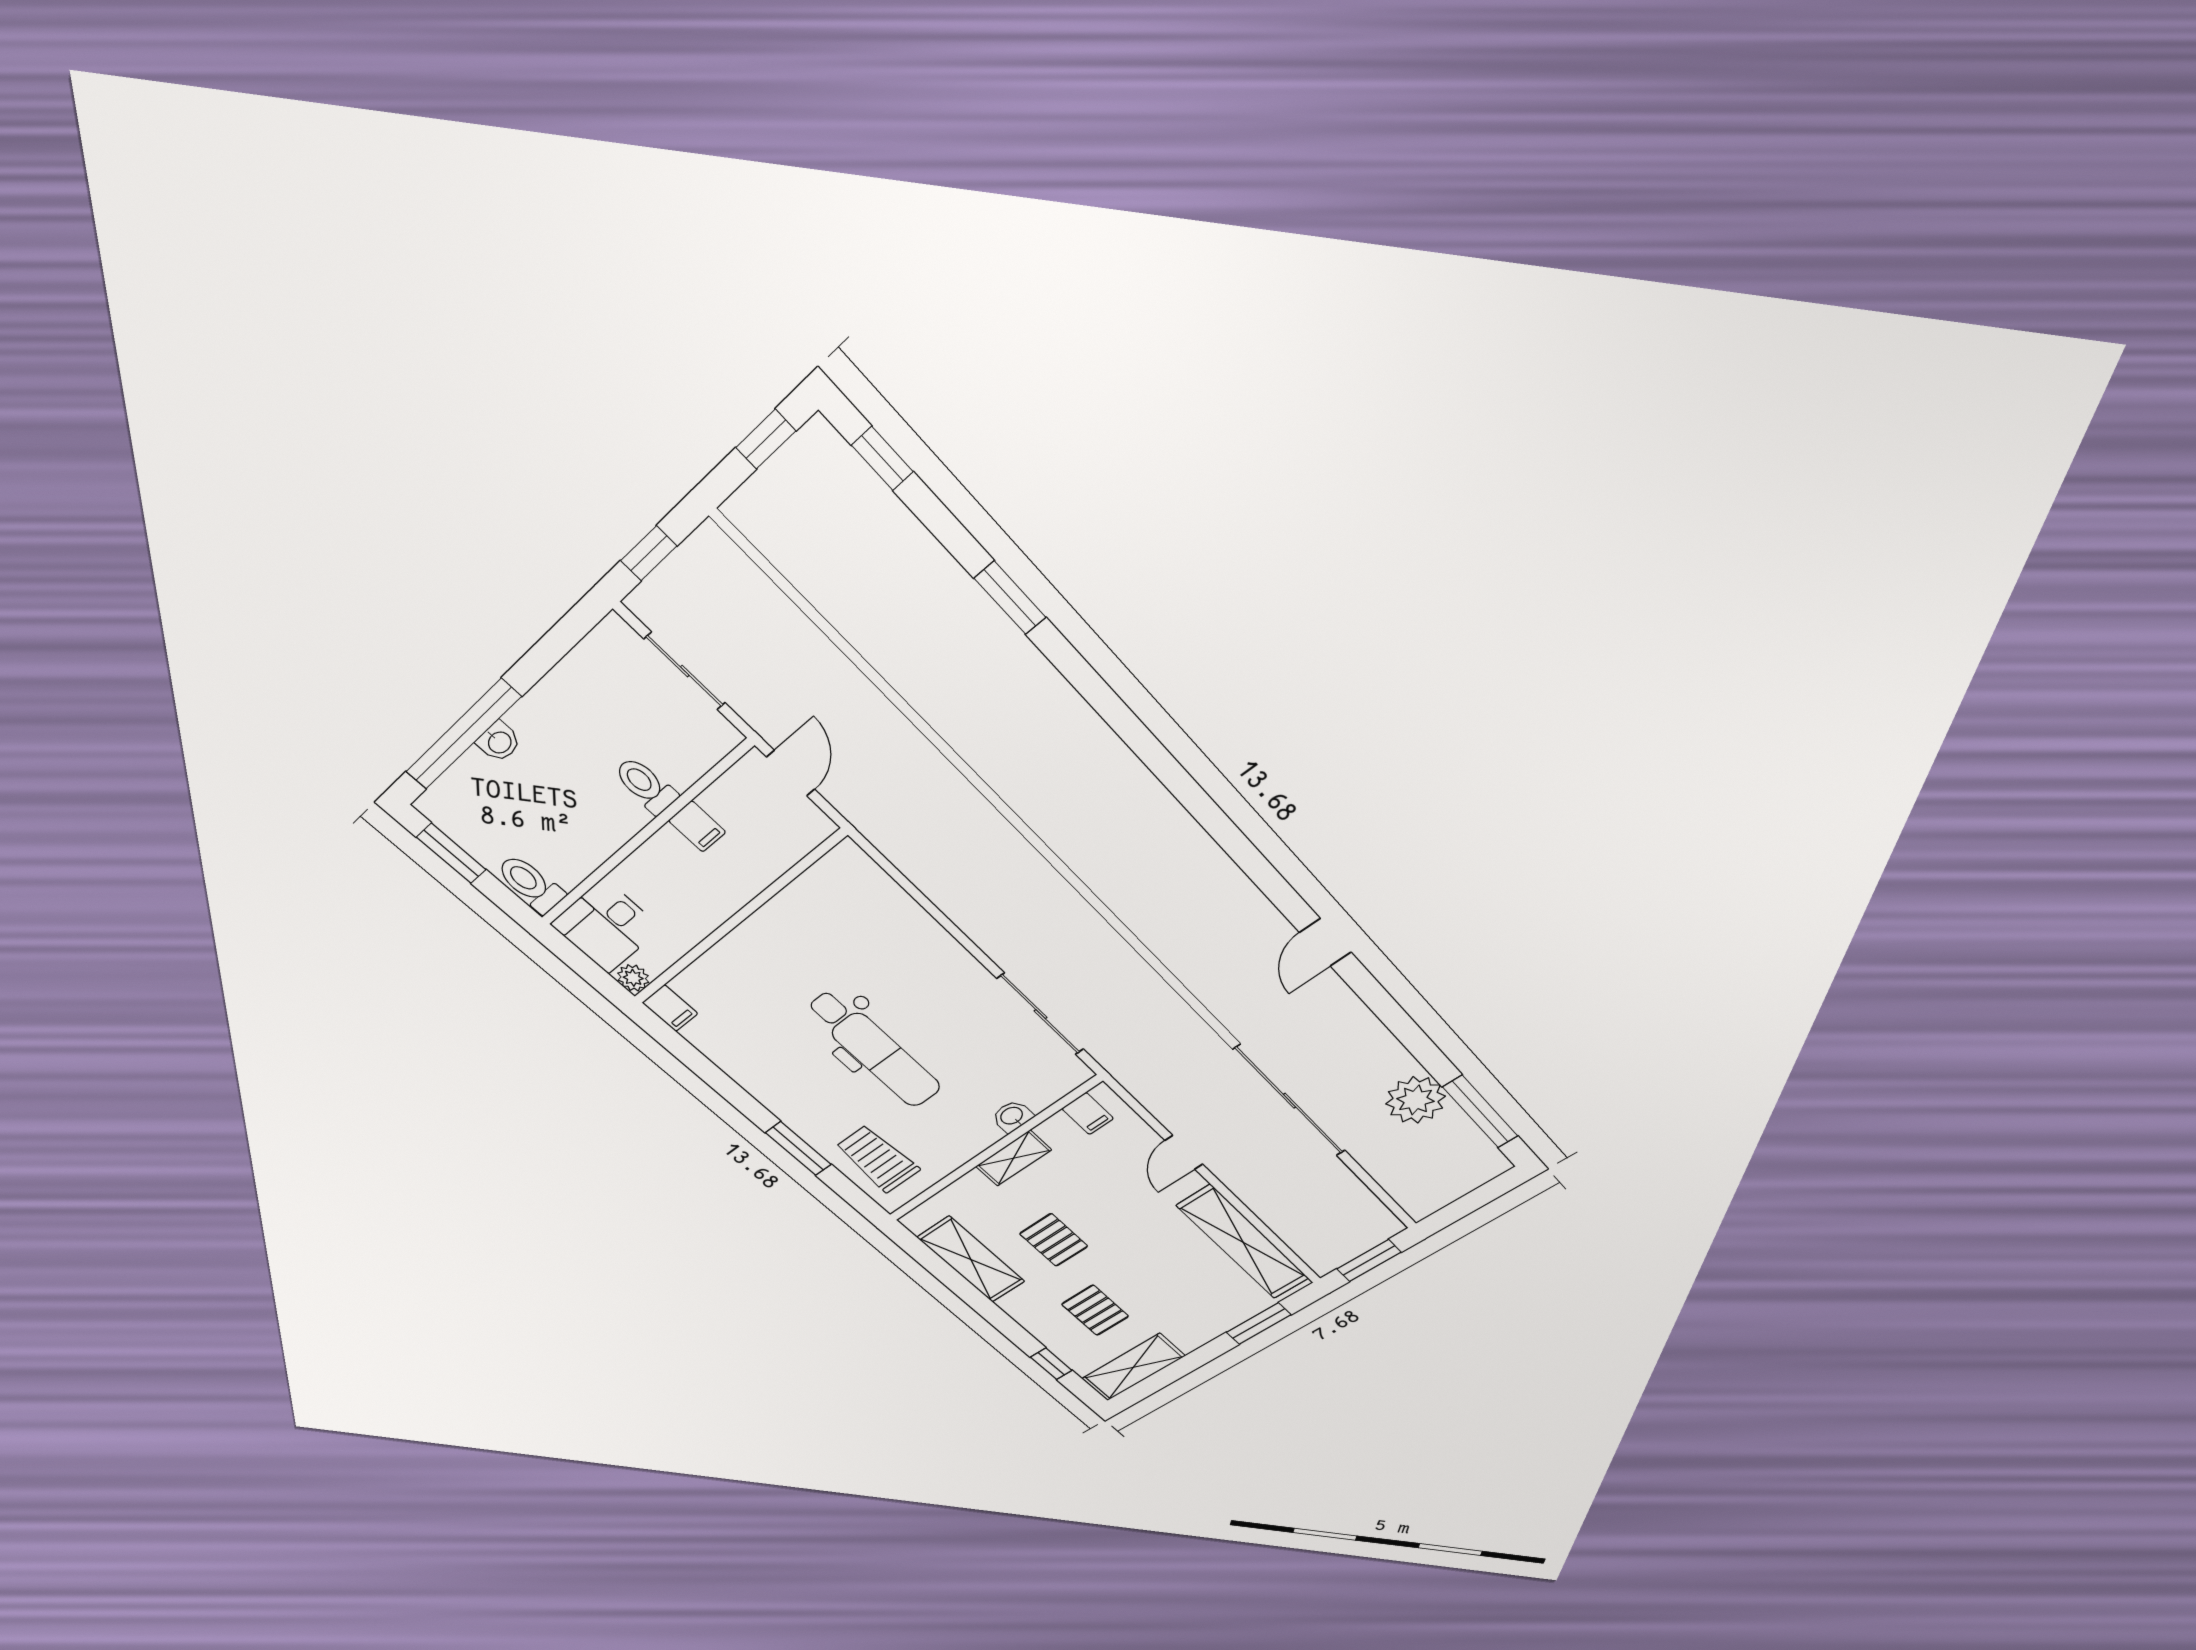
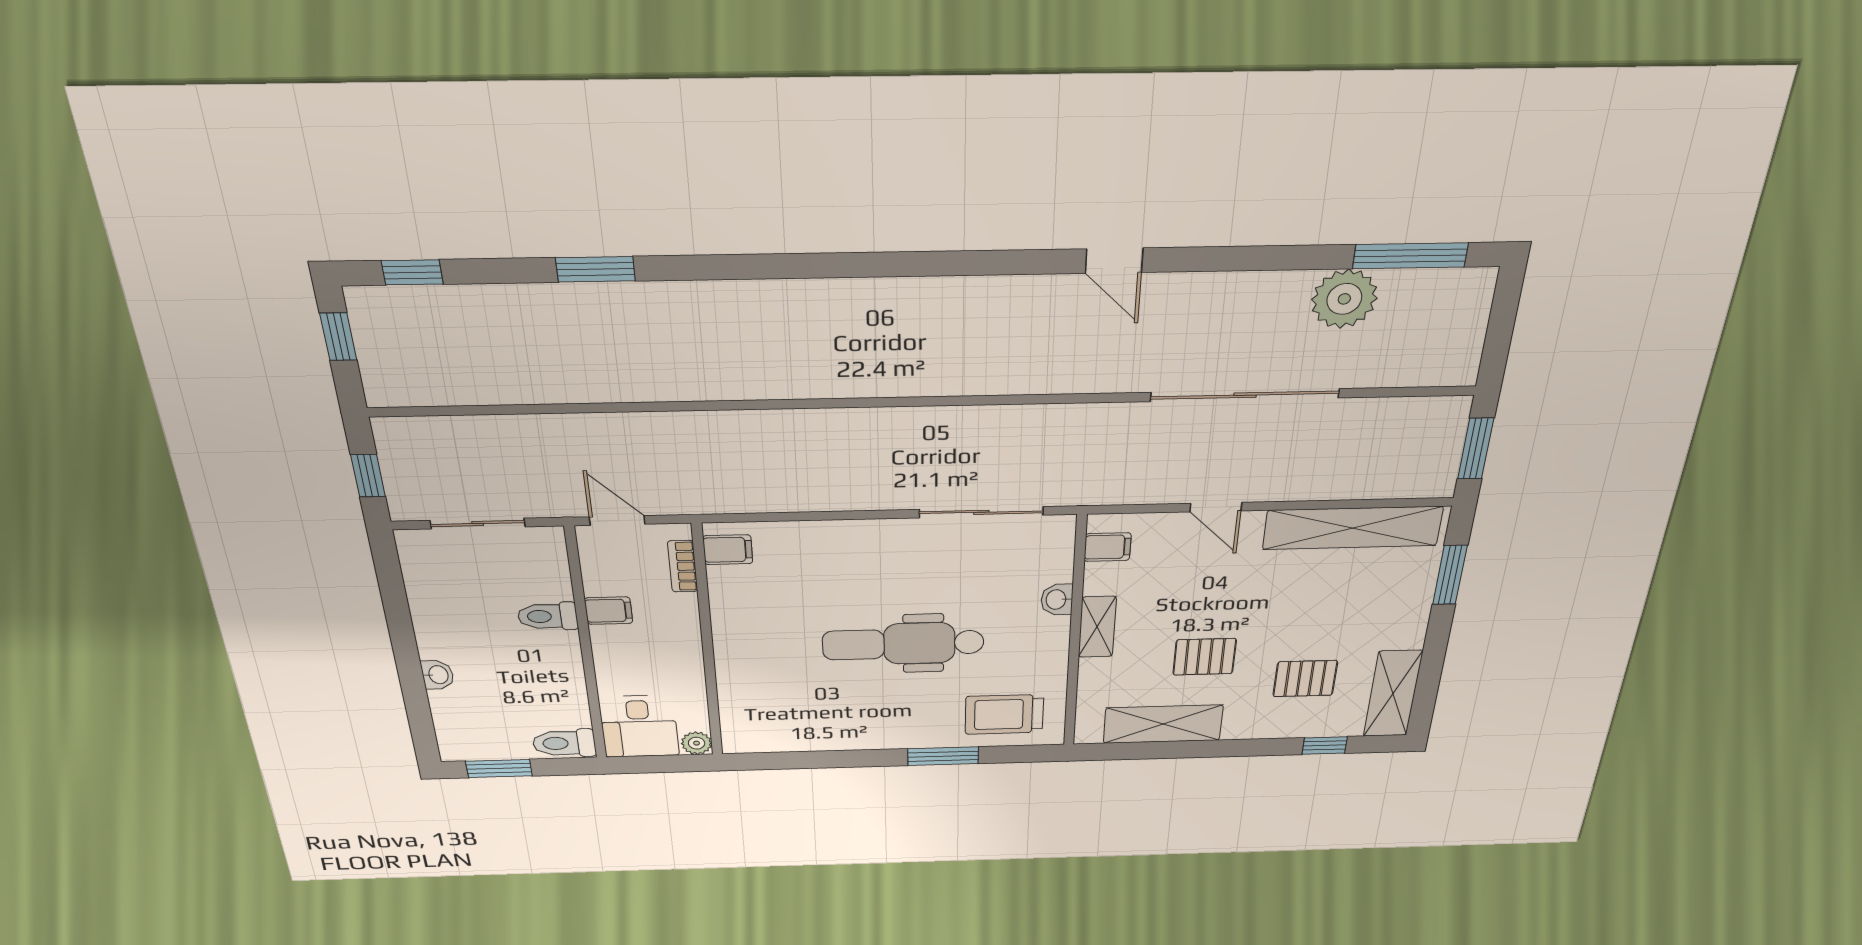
window: (463, 735) -> (414, 691), removed
bookcase: (794, 850) -> (683, 566), added
filing cabinet: (670, 1008) -> (728, 550), moved
dental chair: (874, 1049) -> (903, 644), turned 180

